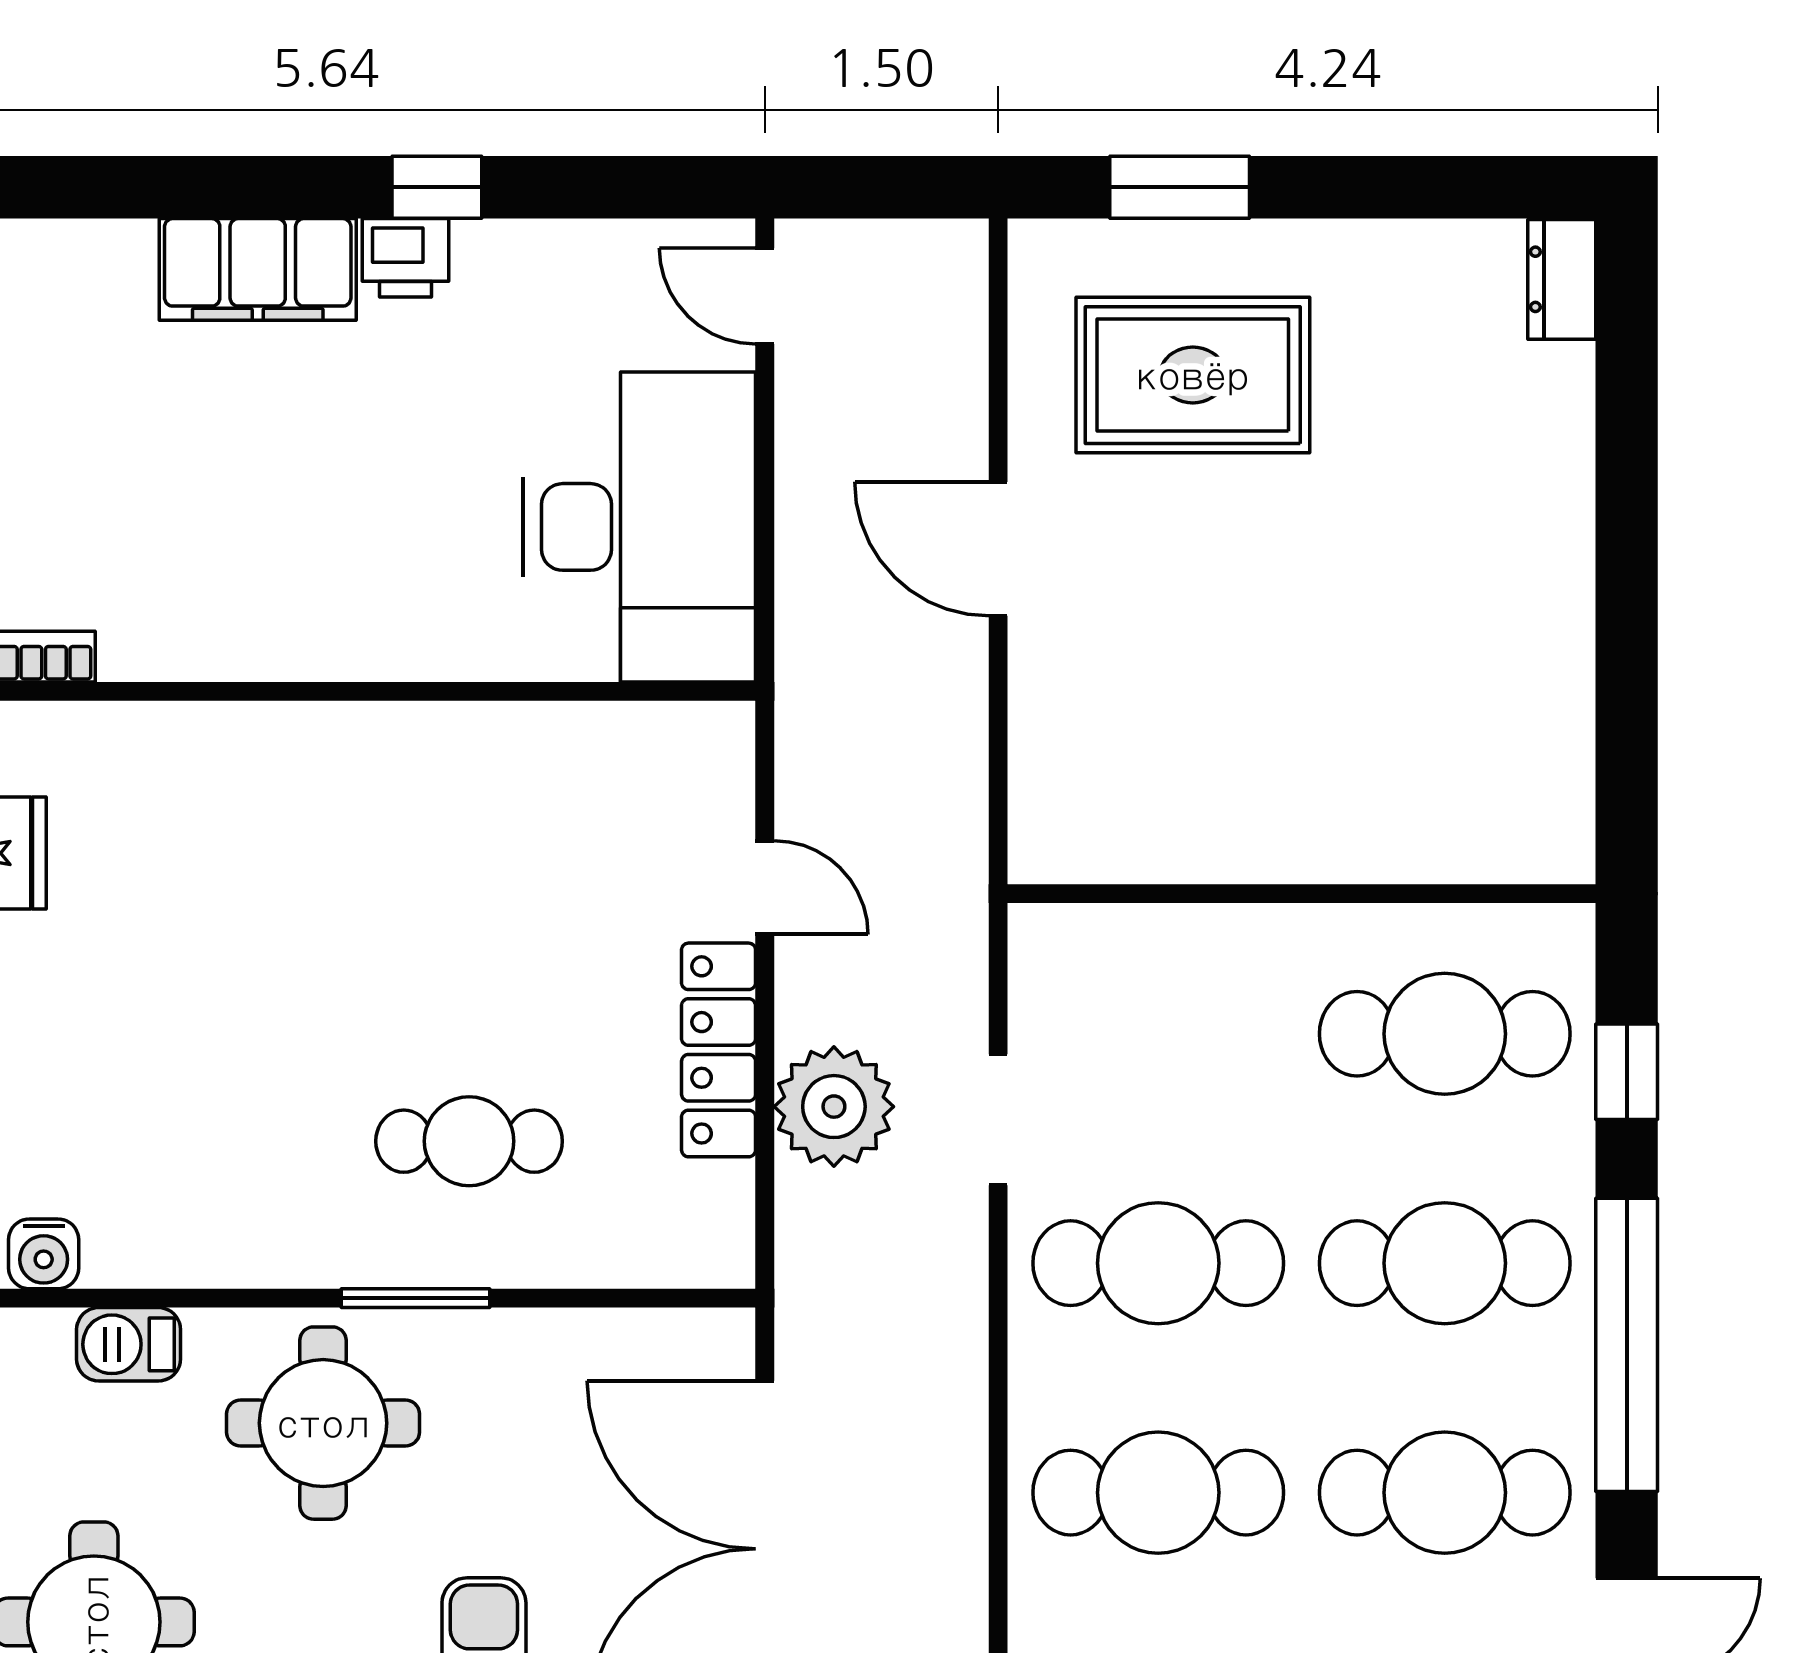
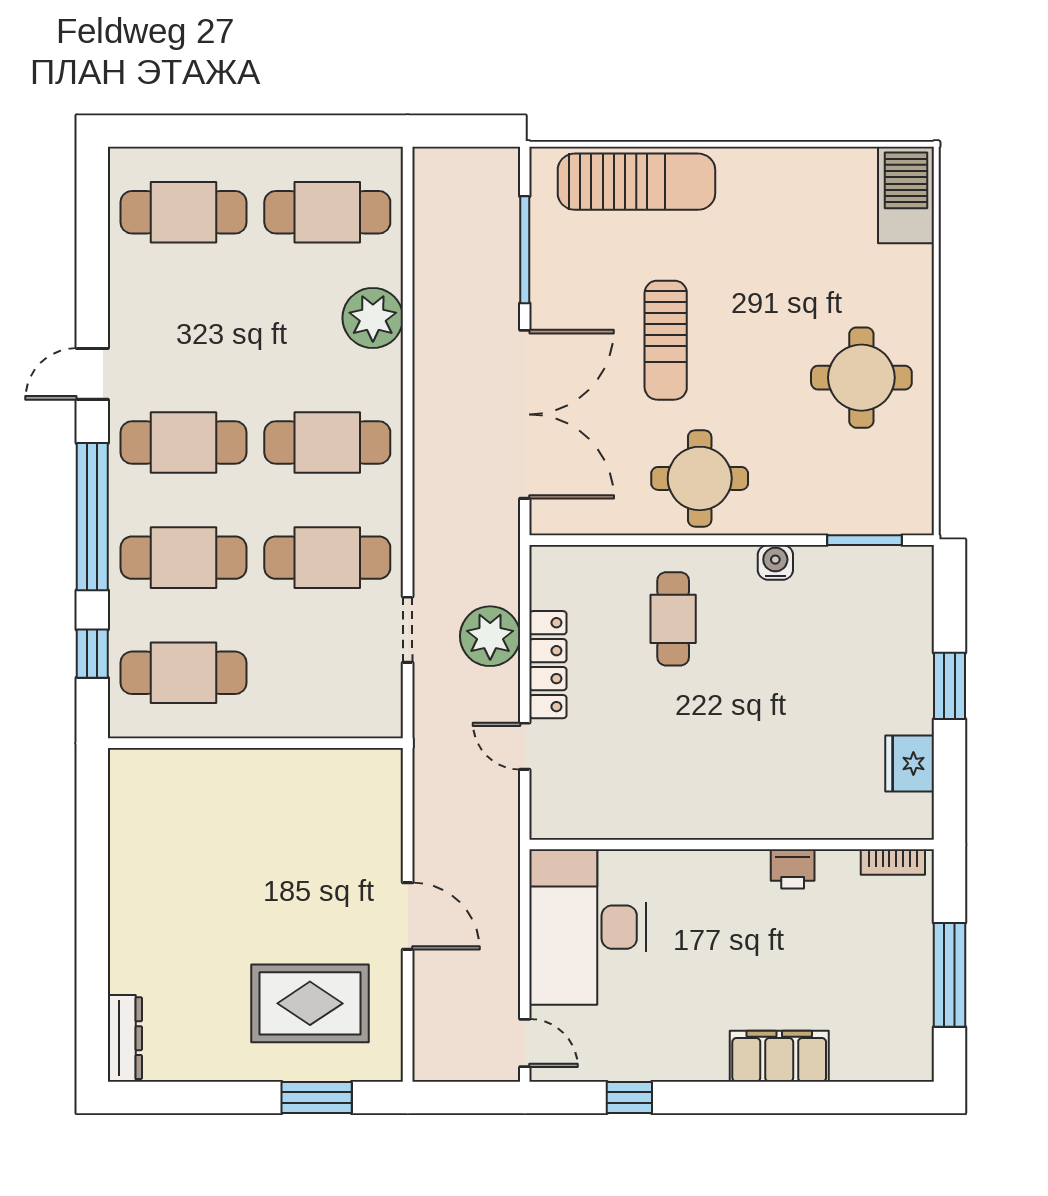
window: (437, 187) -> (629, 1098), moved
printer: (406, 258) -> (793, 869), moved, turned 180
dresser: (1562, 279) -> (125, 1038), width x1.44
cafe table: (469, 1141) -> (673, 619), turned 90
water cooler: (44, 1254) -> (775, 562), moved
window: (416, 1298) -> (865, 540), moved
barbecue: (129, 1344) -> (844, 517), removed
round table: (323, 1423) -> (700, 478), moved

